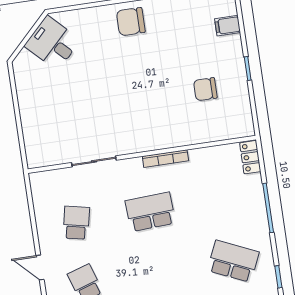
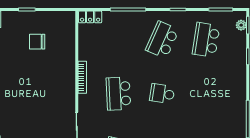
chair: (205, 89) -> (37, 42), turned 90
school desk: (159, 272) -> (162, 94), added

